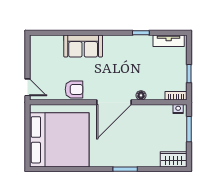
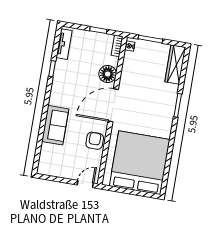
floor lamp: (141, 95) -> (108, 74), width x1.89, depth x1.89
door: (114, 102) -> (113, 105), swing flipped
wardrobe: (174, 159) -> (175, 65), width x1.50

